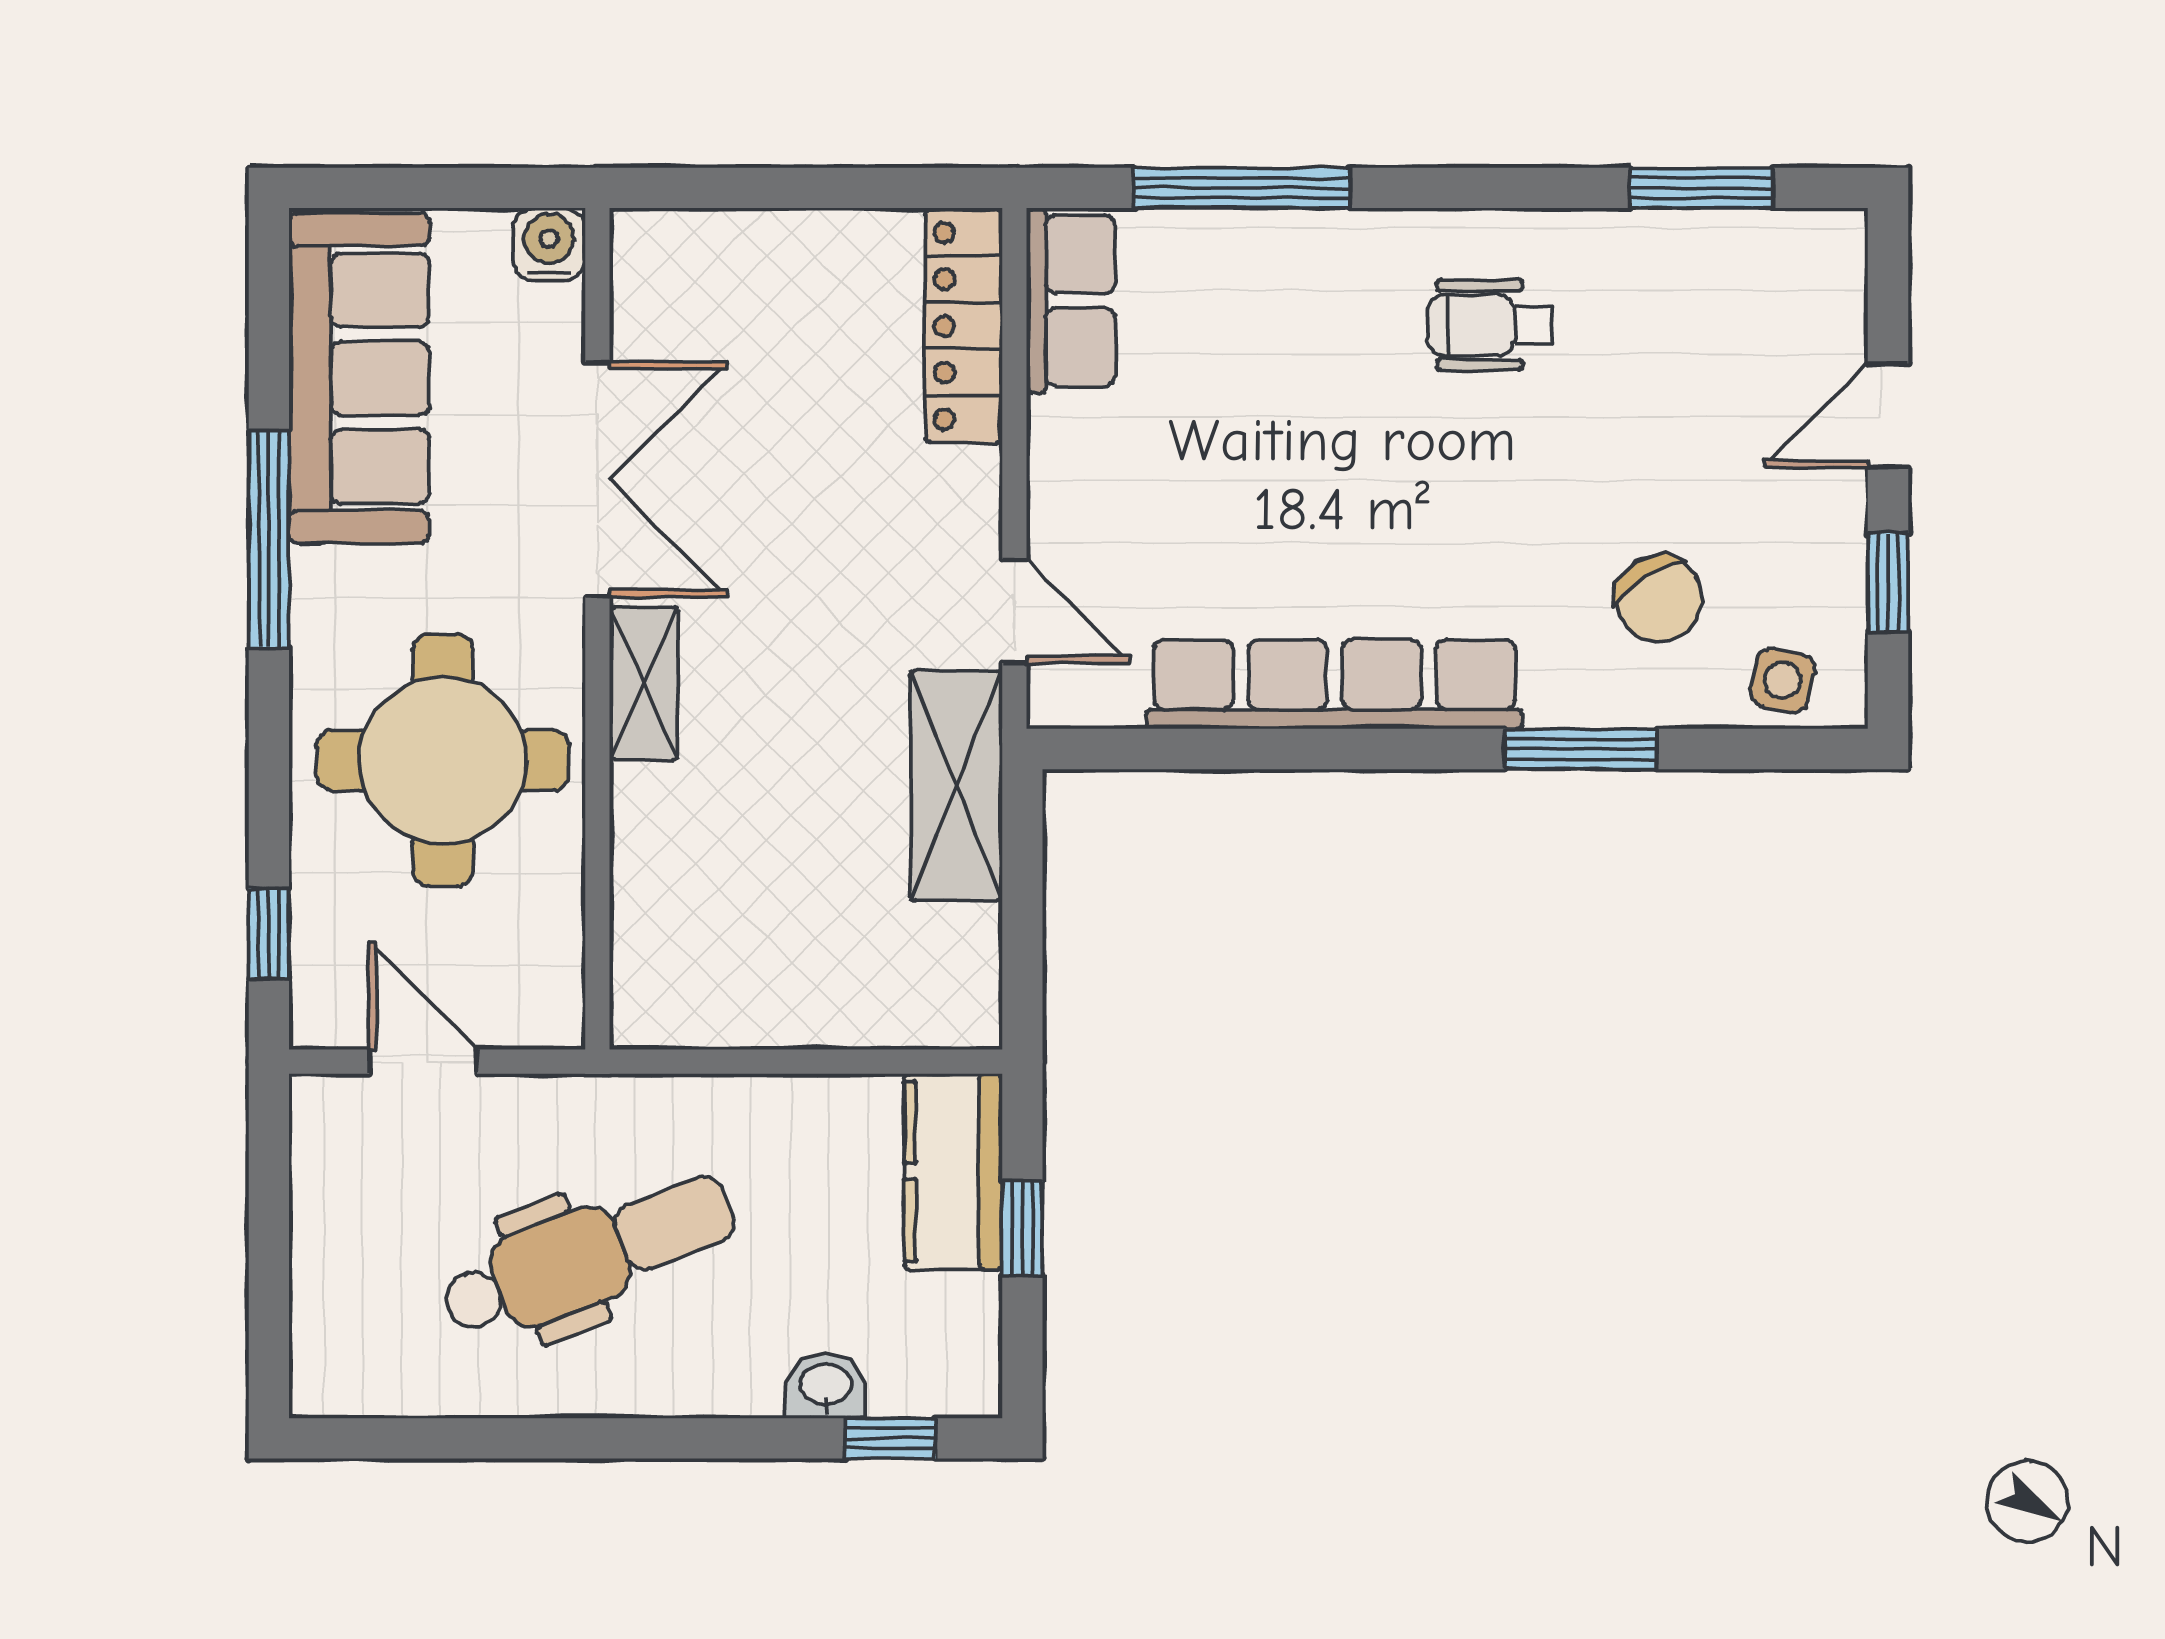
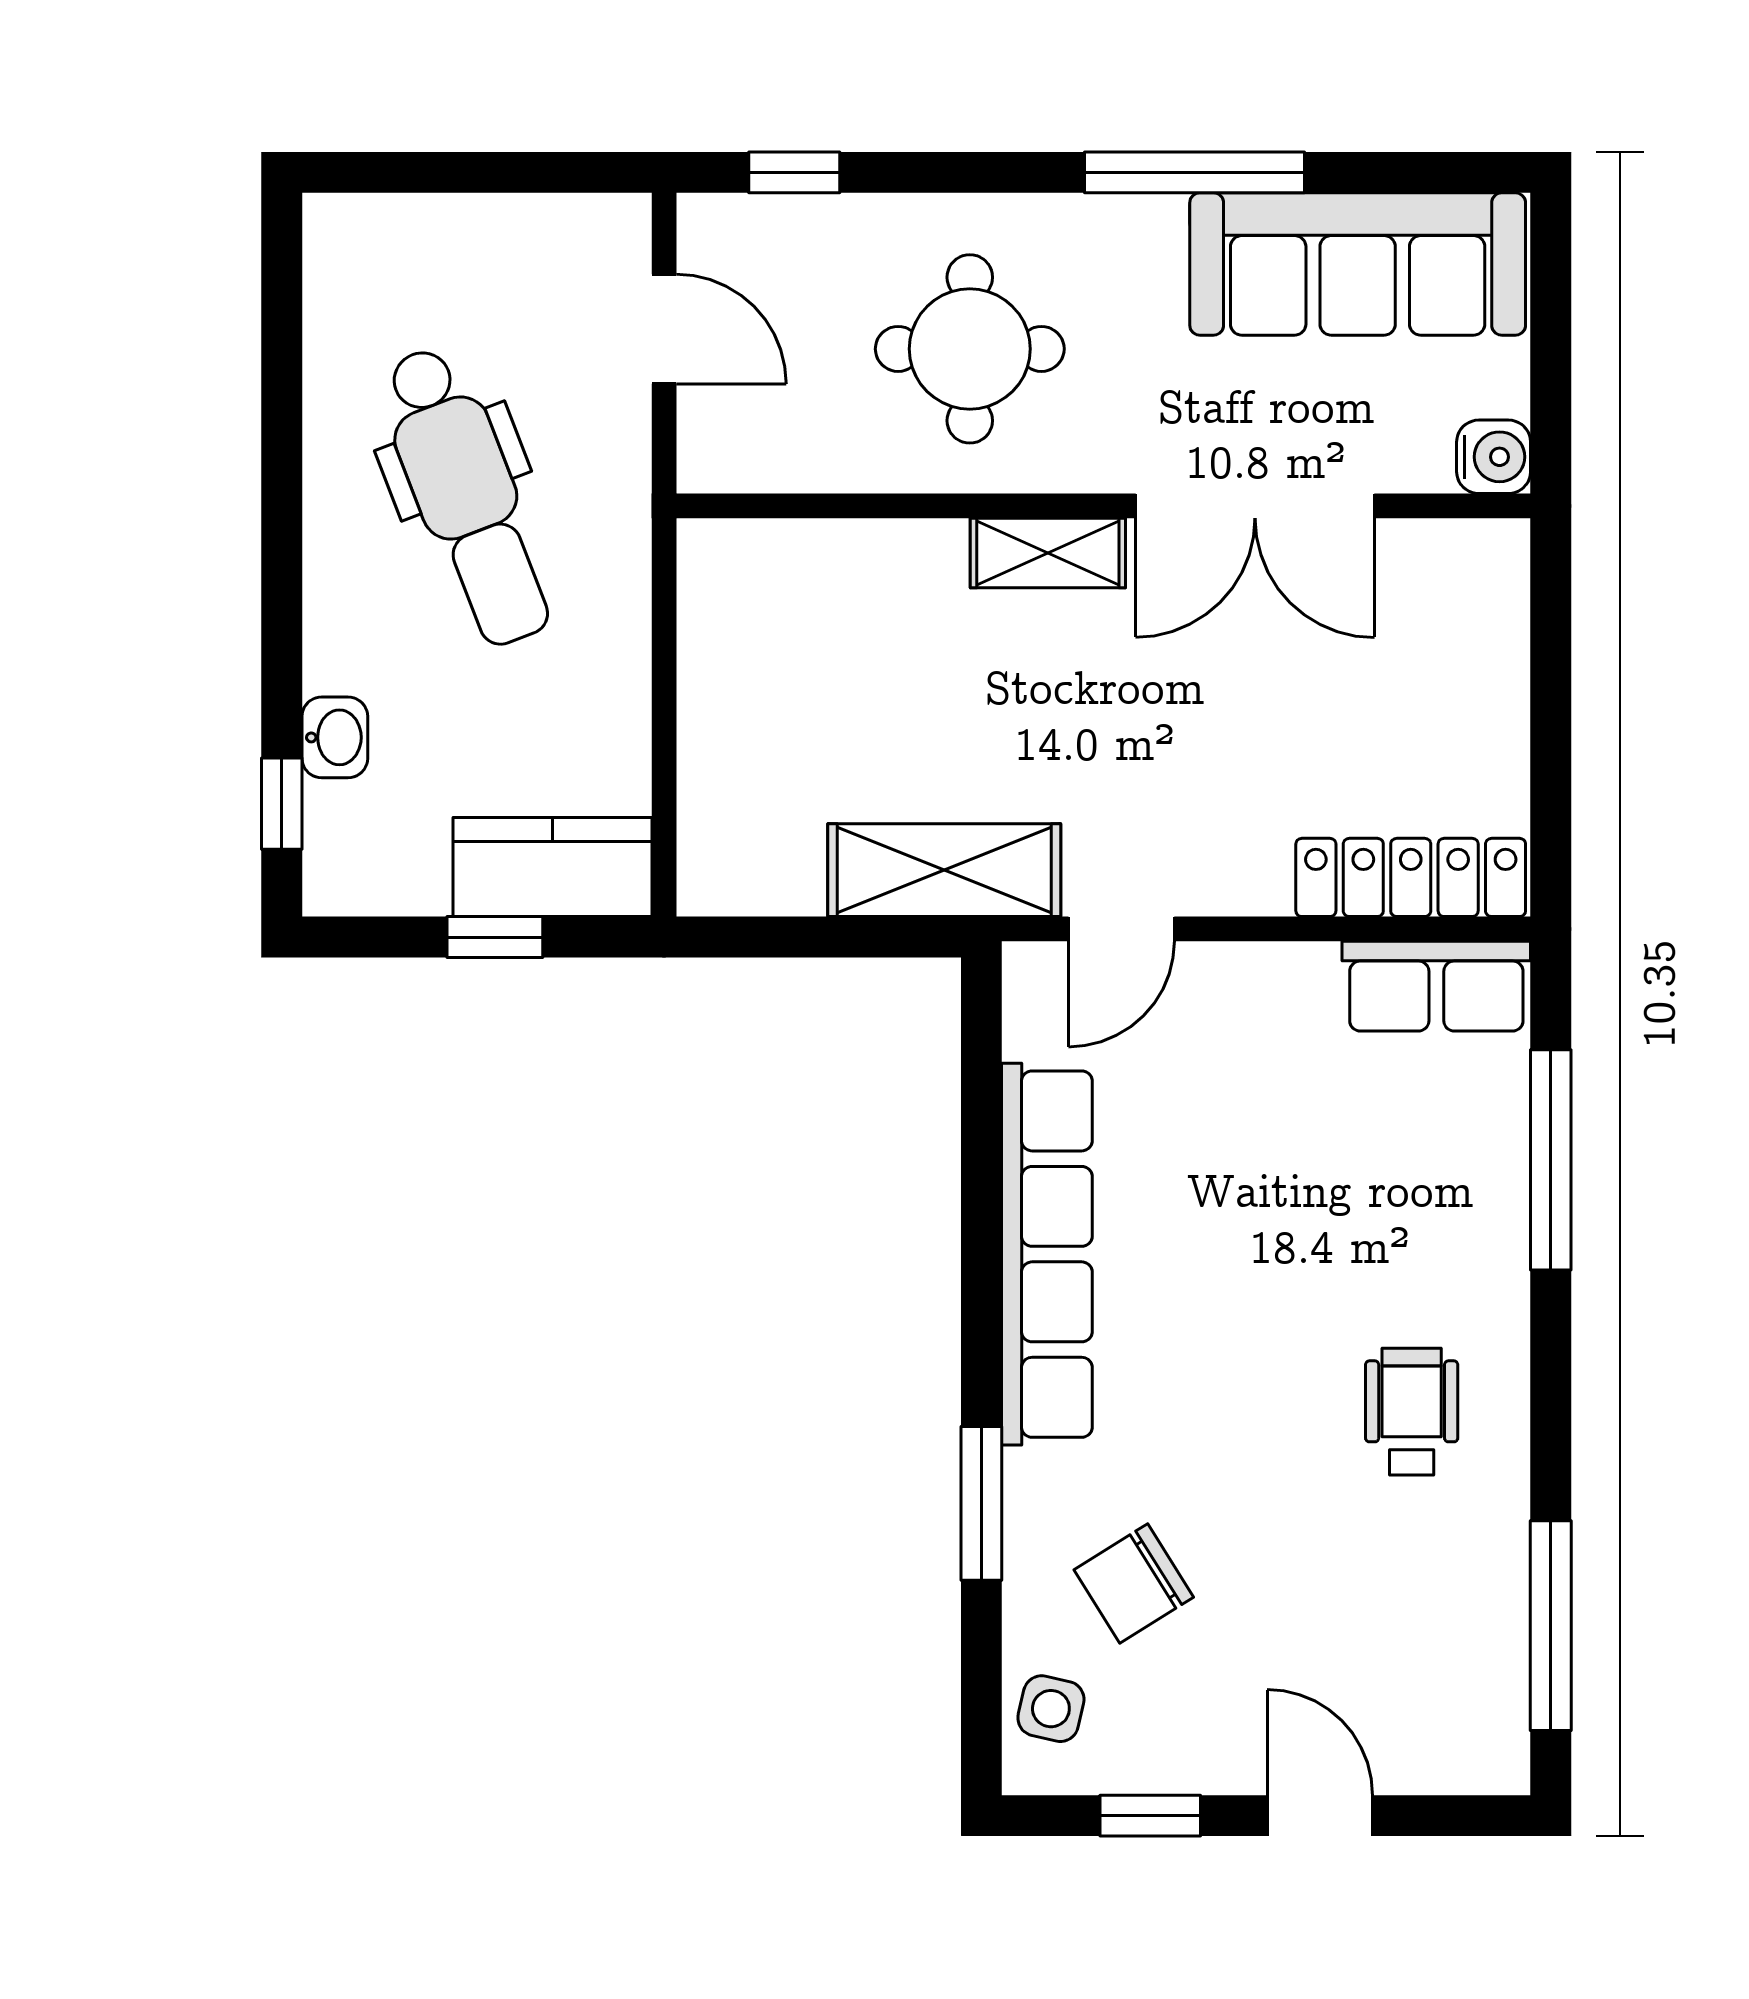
window: (1701, 188) -> (1551, 1626), width x1.44
round table: (443, 760) -> (970, 349), width x0.73, depth x0.73
door: (423, 1062) -> (664, 329), hinge flipped

